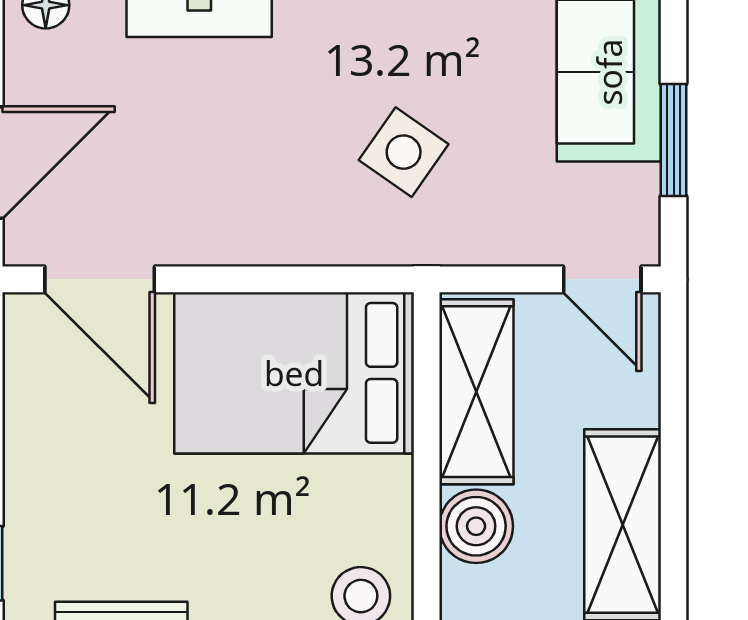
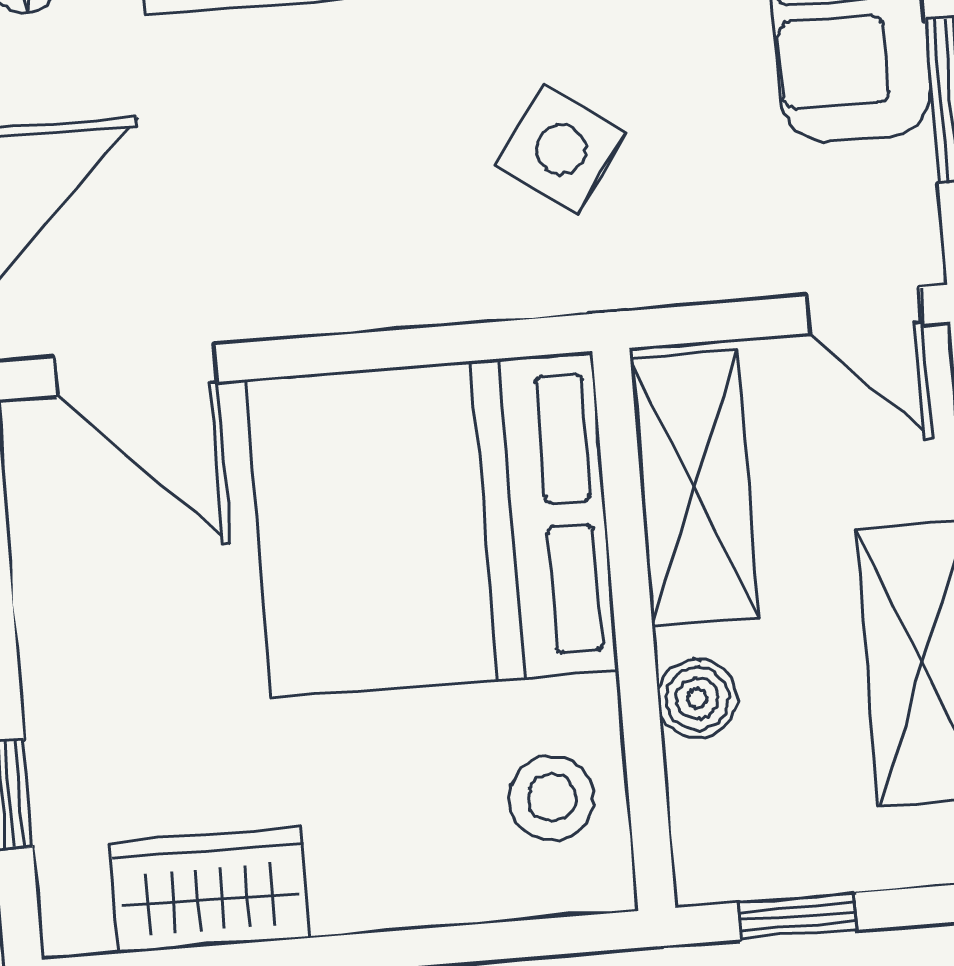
bed: (294, 373) -> (432, 525), width x1.36
boiler: (476, 526) -> (697, 698), width x0.73, depth x0.73

